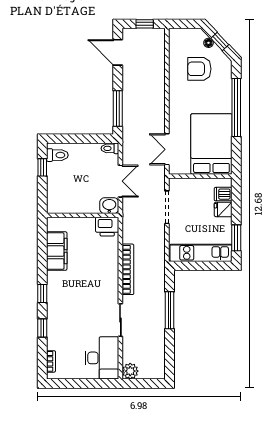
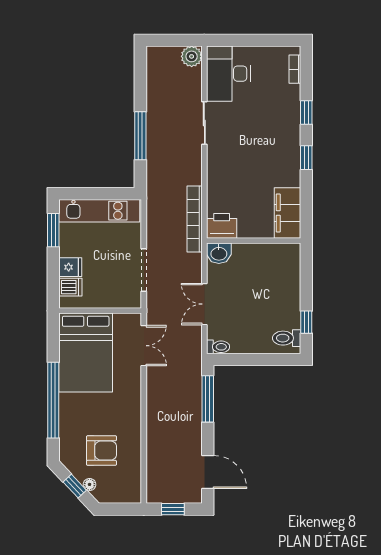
washbasin: (109, 206) -> (219, 253), moved
wall: (83, 215) -> (254, 241), moved
printer: (107, 227) -> (222, 226), moved
bookcase: (128, 269) -> (195, 219), moved

